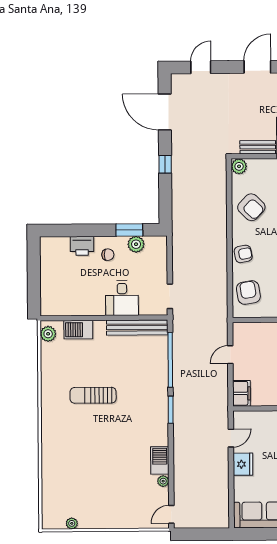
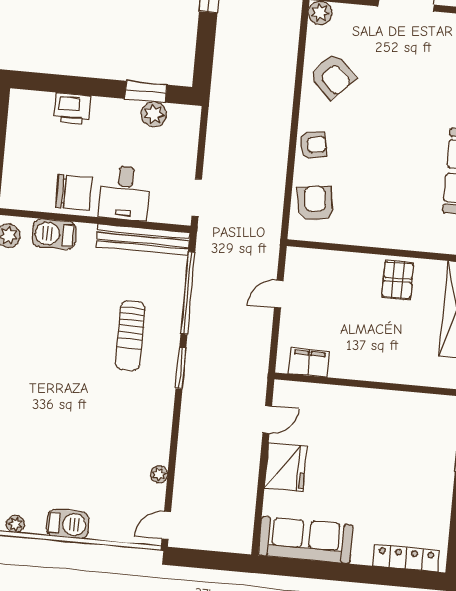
chair: (108, 255) -> (74, 192), moved, width x1.87, depth x1.87
filing cabinet: (241, 393) -> (309, 362), moved, turned -90
sun lounger: (93, 395) -> (130, 336), moved, turned -90
barbecue: (160, 460) -> (68, 524), moved, turned 90
fridge: (243, 464) -> (286, 467), width x1.36, depth x1.34

